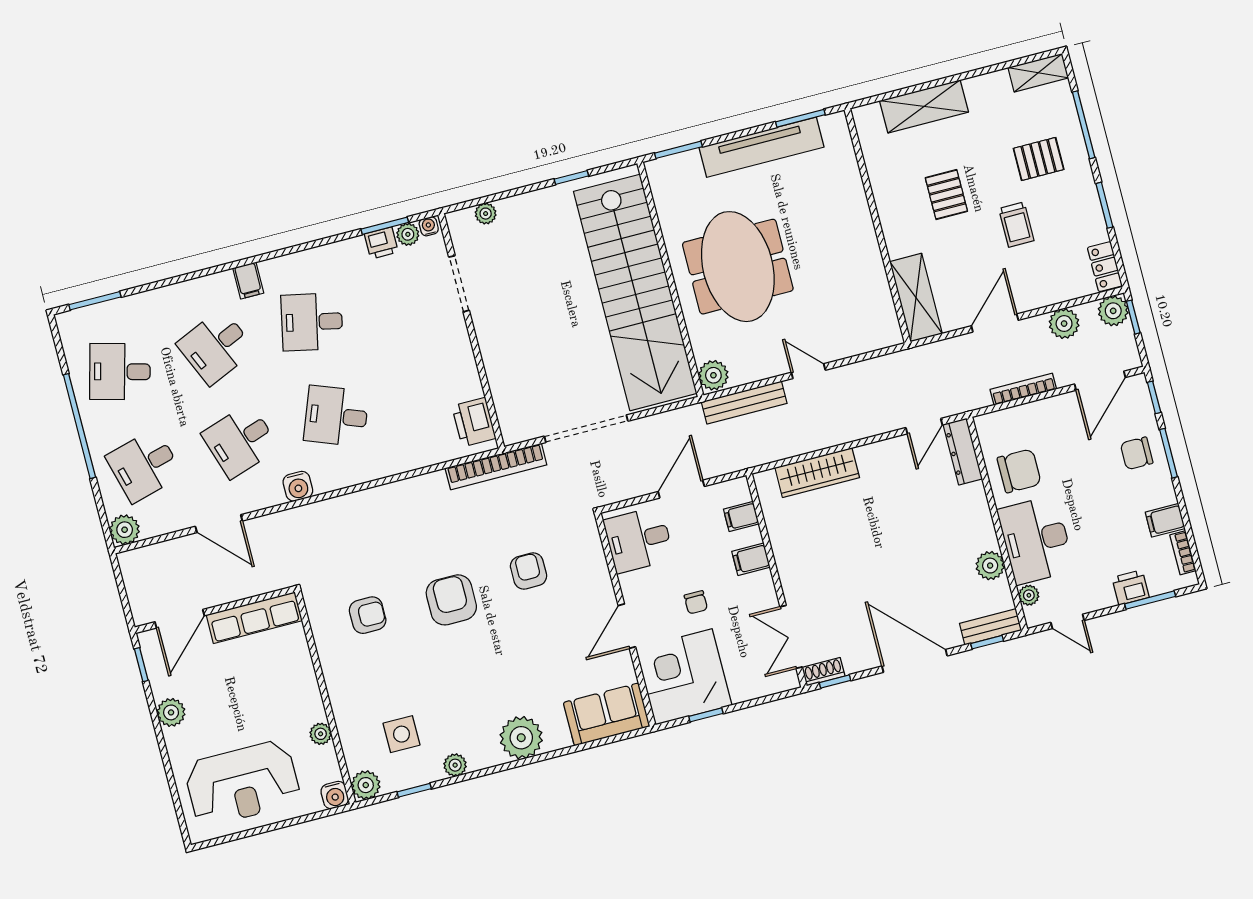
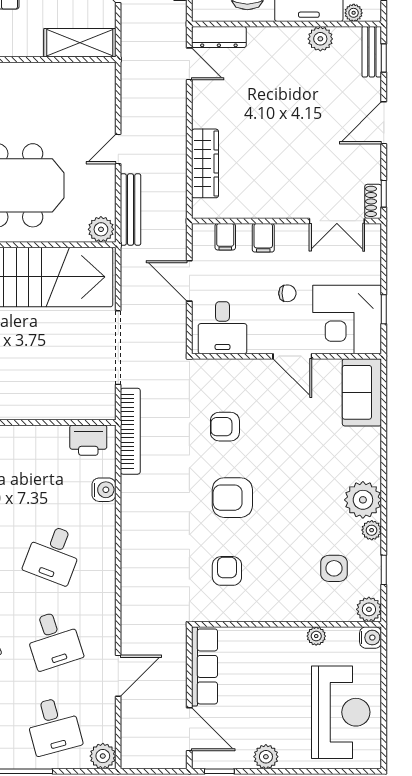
water cooler: (298, 486) -> (104, 490), moved
door: (915, 661) -> (384, 123), width x0.73
plant: (521, 738) -> (363, 500), moved

